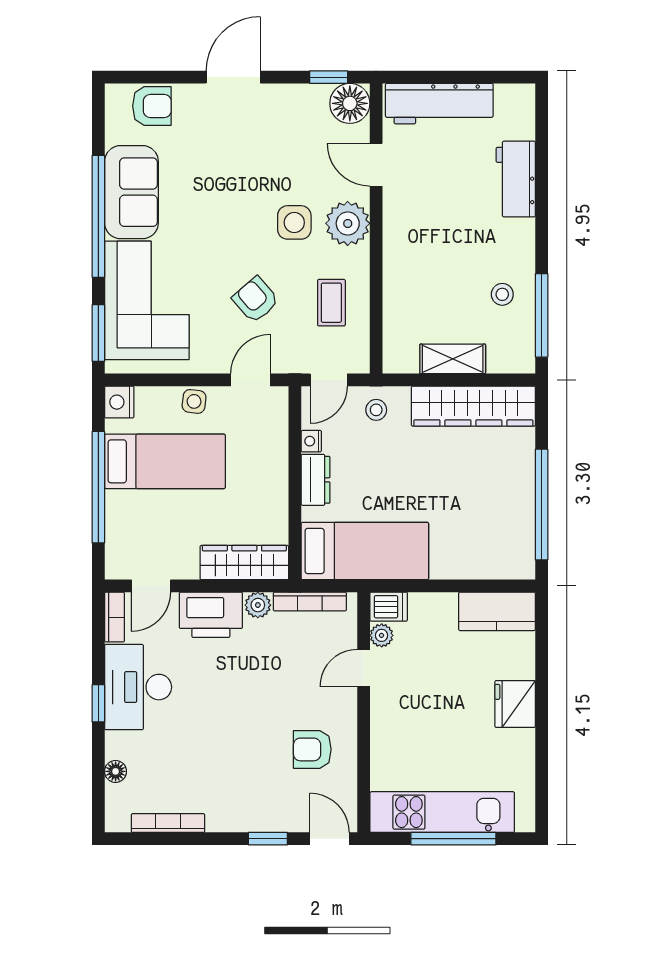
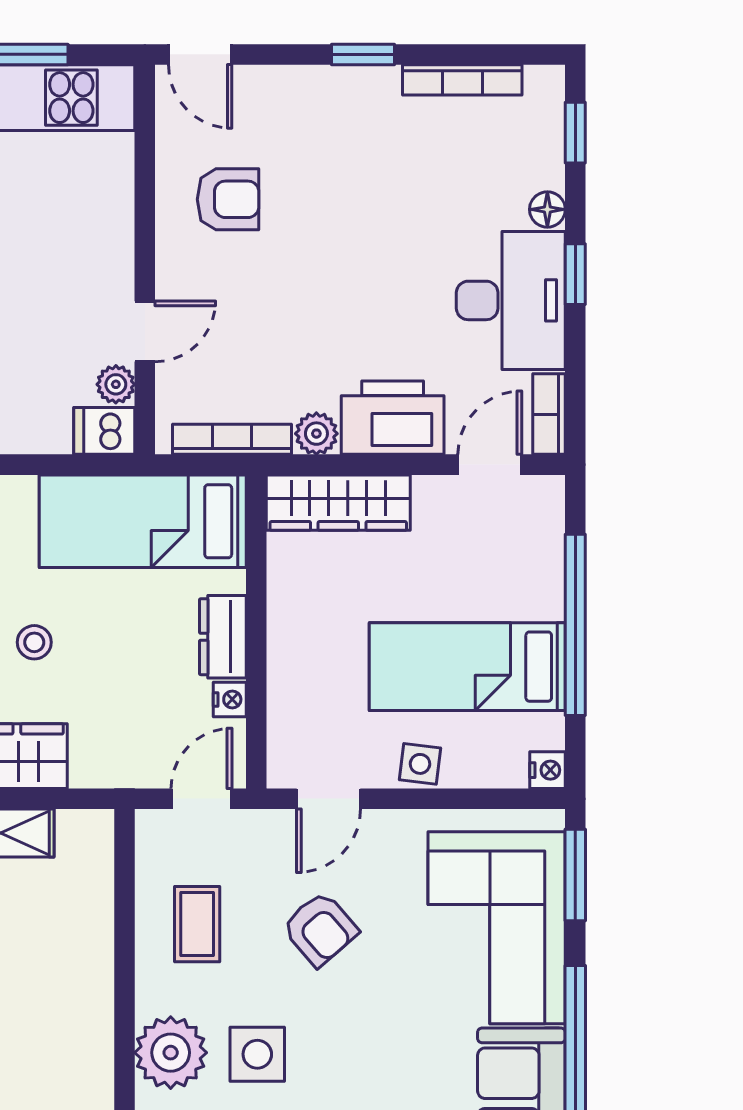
nightstand: (119, 402) -> (548, 770), width x0.72, depth x0.74
stool: (376, 410) -> (34, 642), moved
floor lamp: (116, 771) -> (547, 209), moved
window: (98, 791) -> (575, 133), added
window: (268, 839) -> (363, 54), moved

